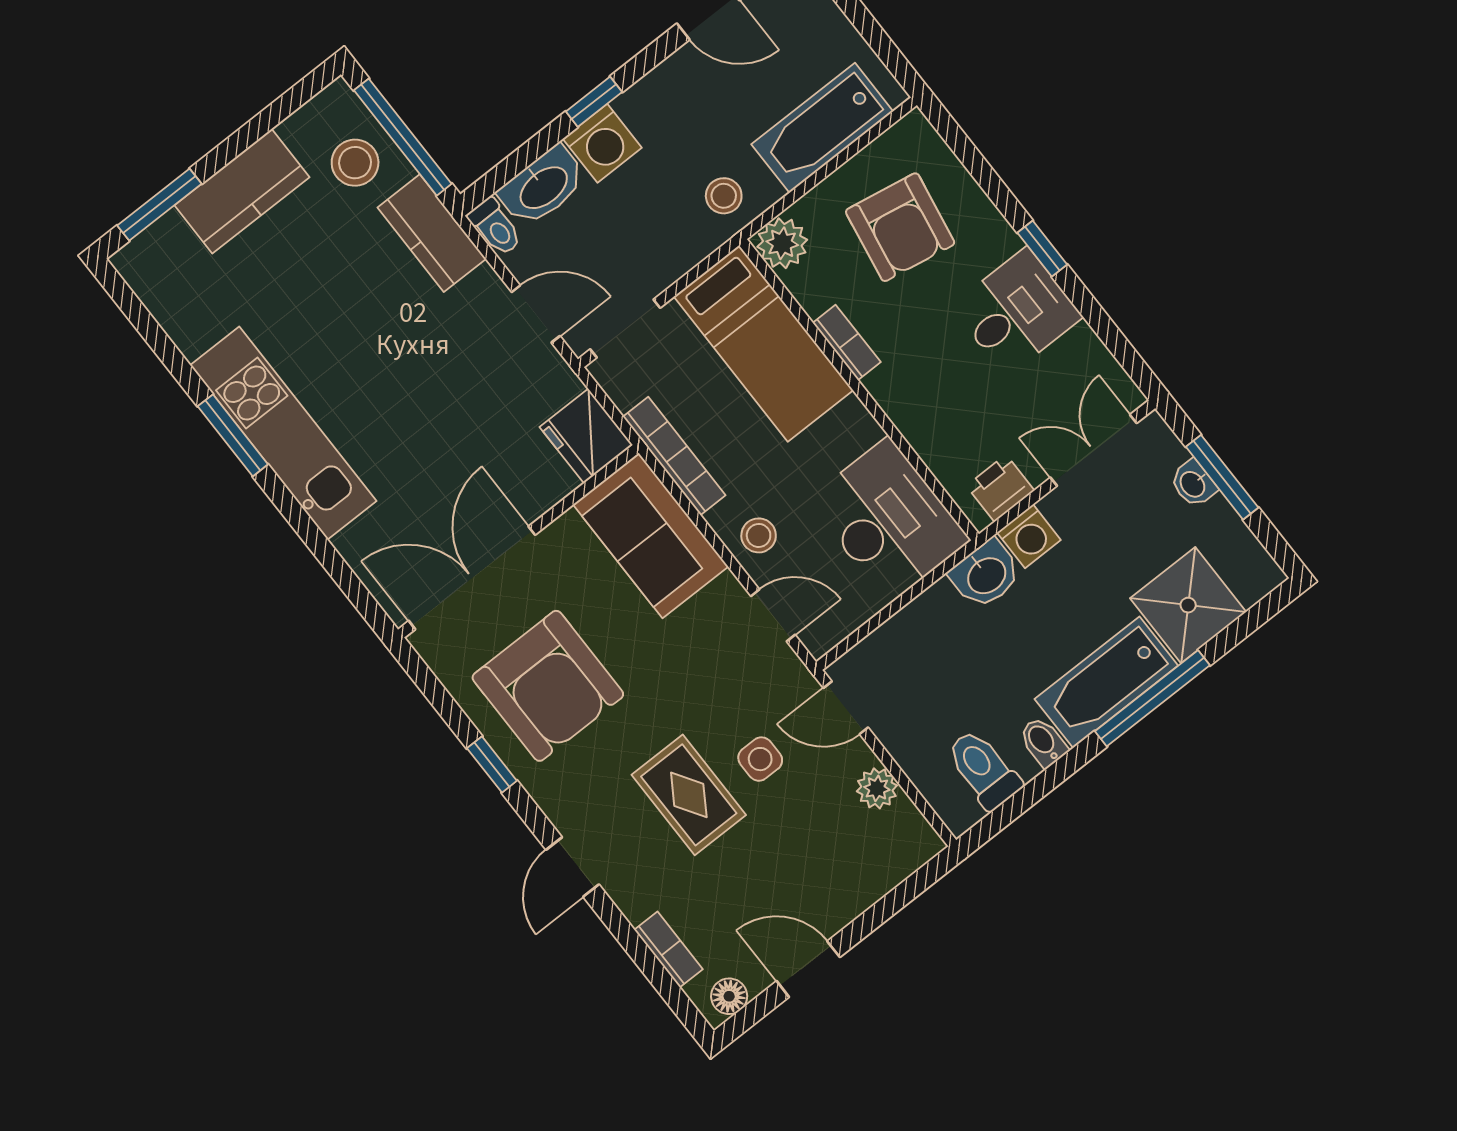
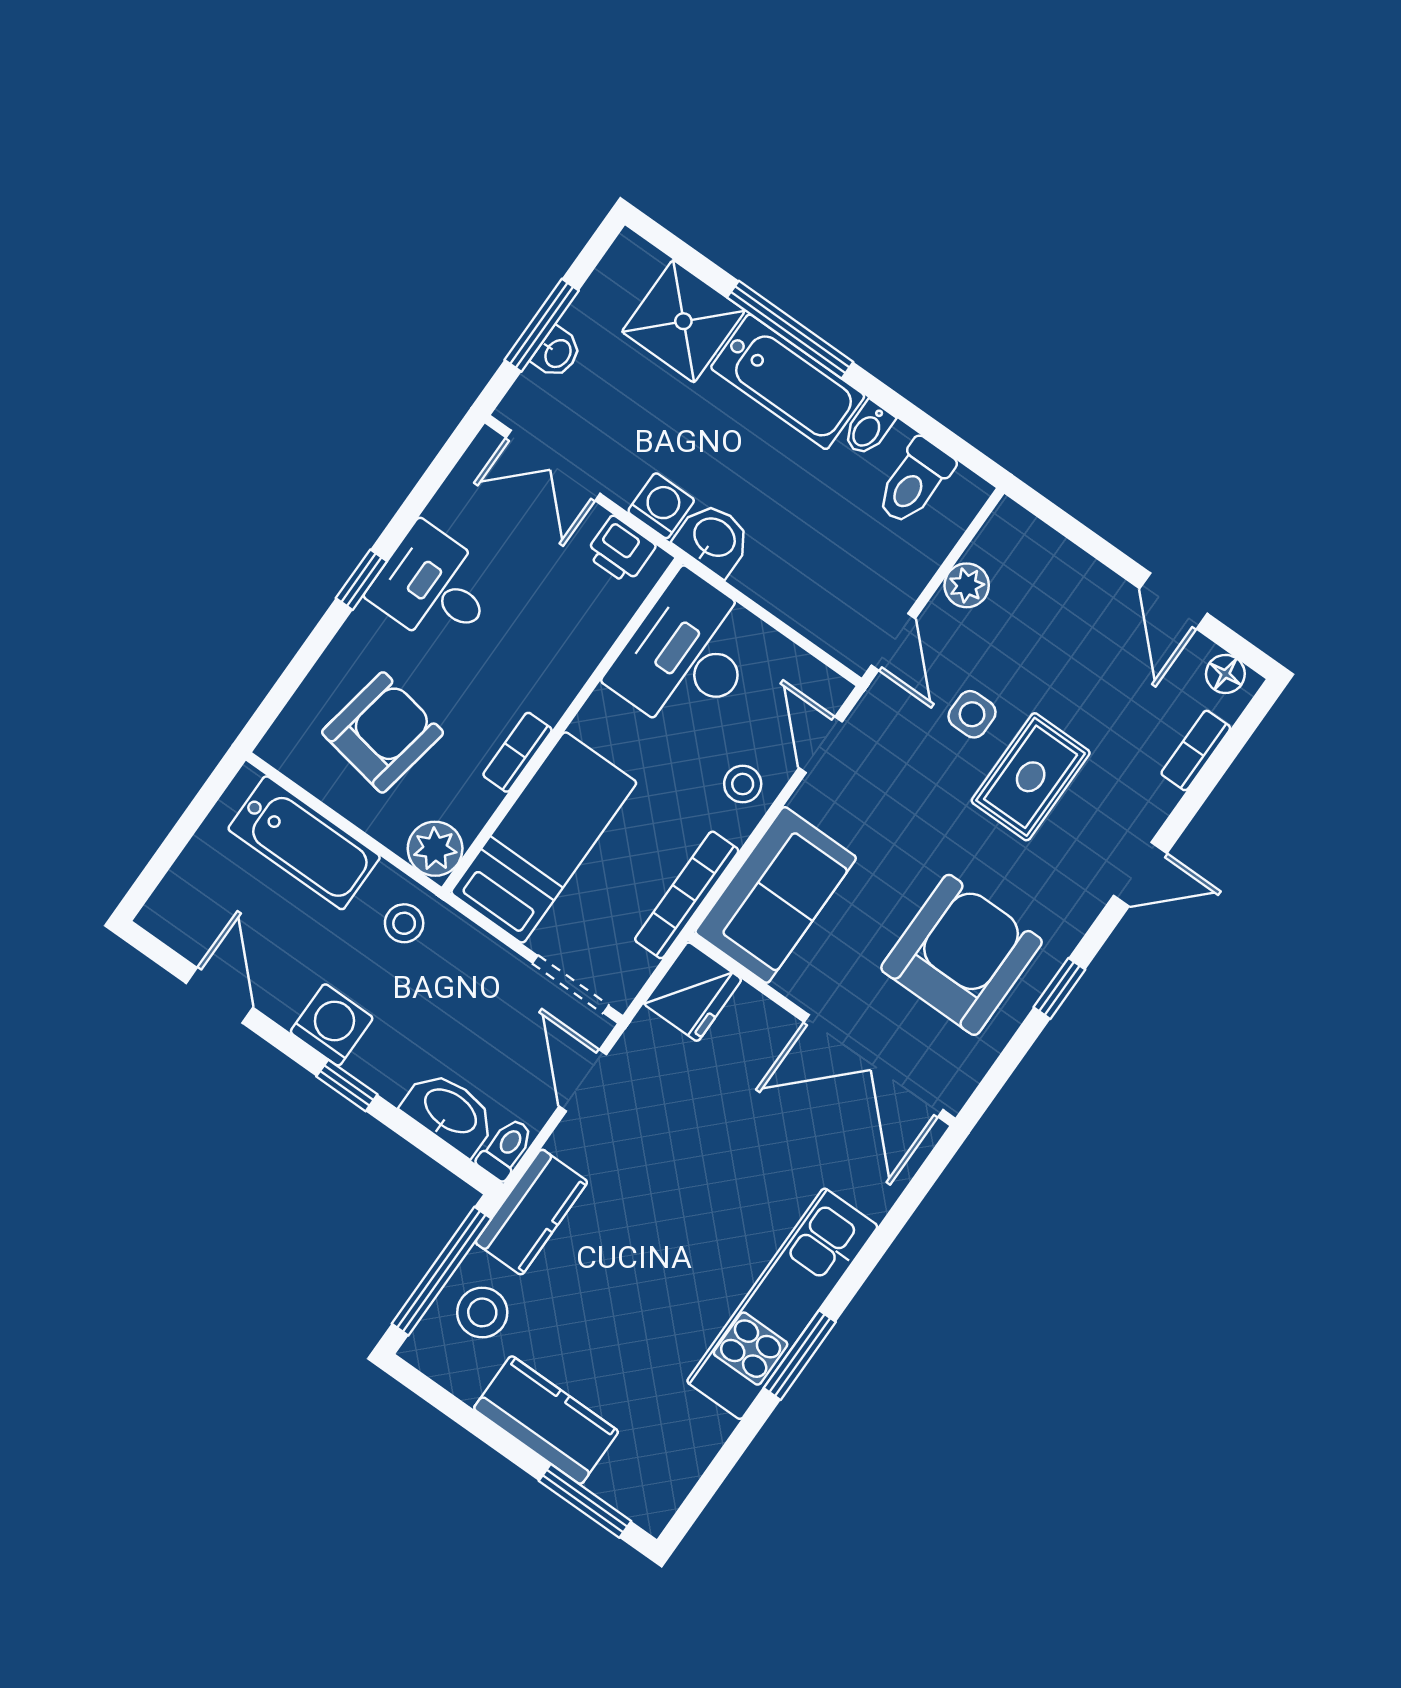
washing machine: (602, 143) -> (332, 1025), moved

